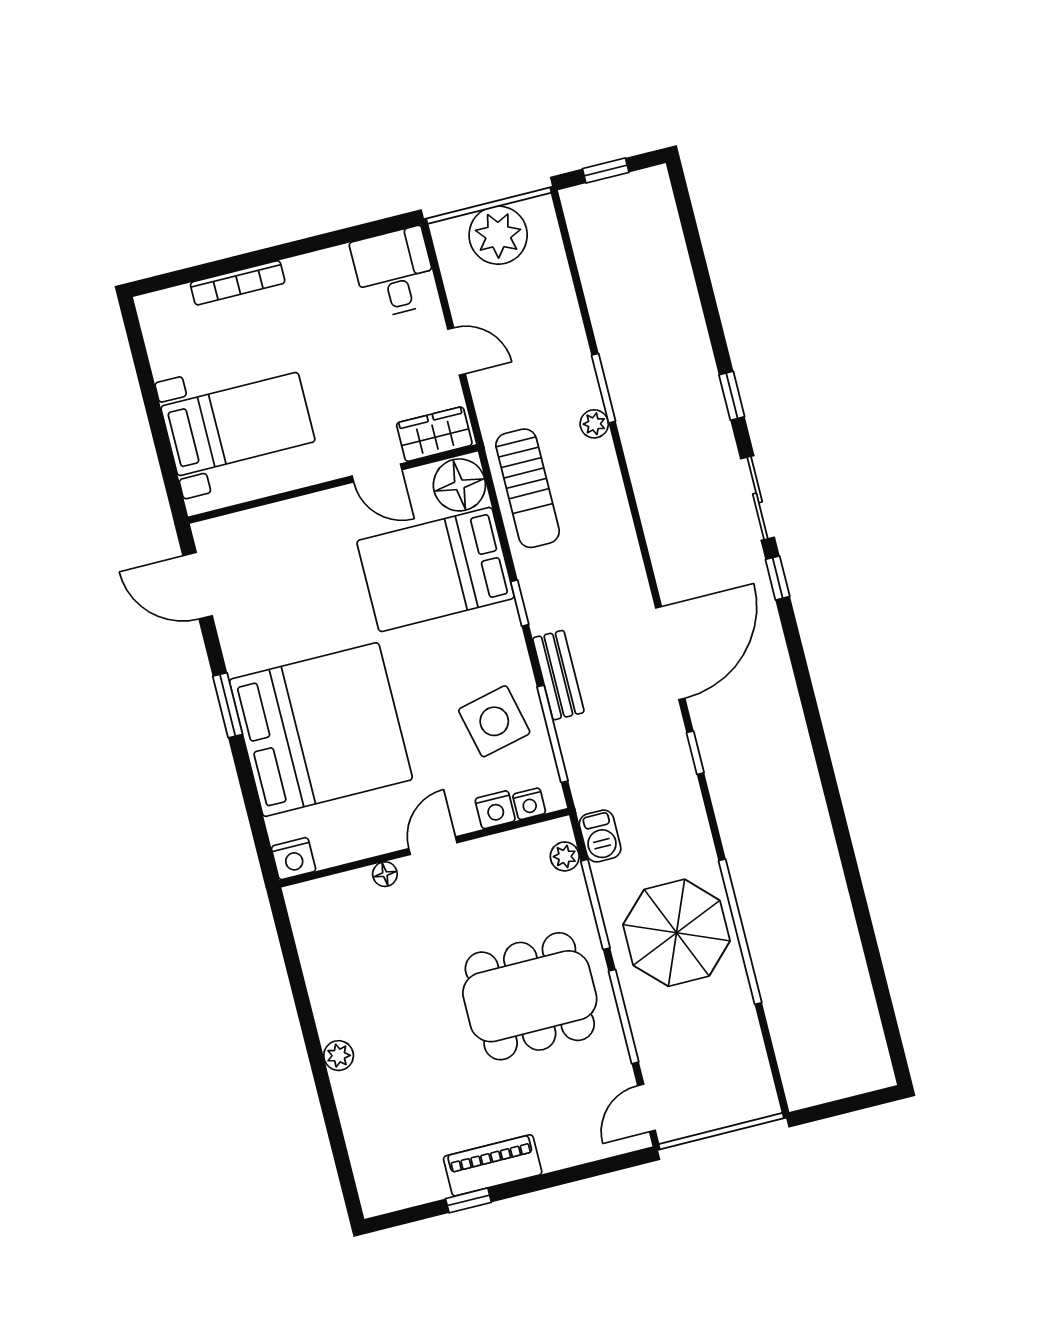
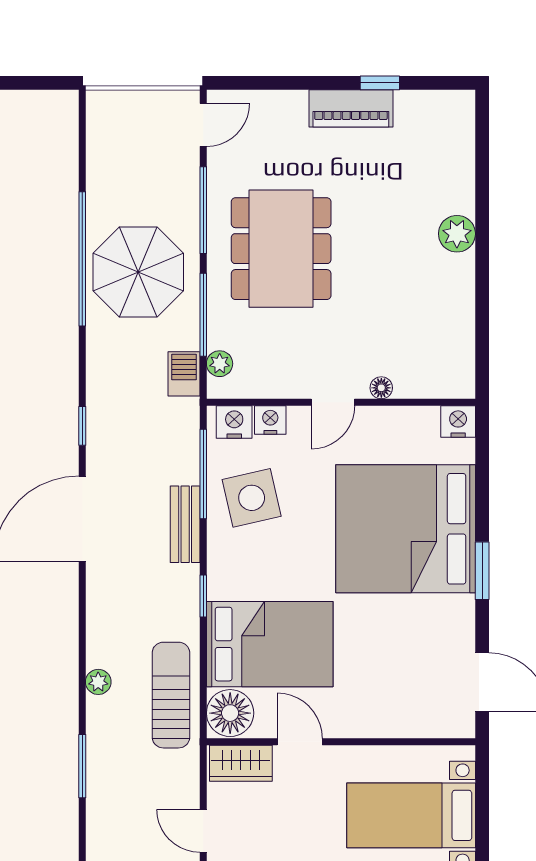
plant: (594, 424) -> (98, 682), moved
nightstand: (529, 804) -> (234, 422), width x1.39, depth x1.35
dining table: (530, 996) -> (281, 249), turned 90
plant: (339, 1056) -> (457, 234), width x1.38, depth x1.38

